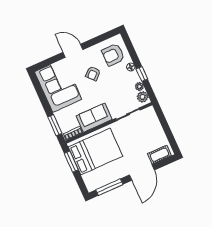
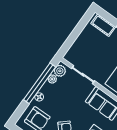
window: (142, 74) -> (40, 83), width x3.17

